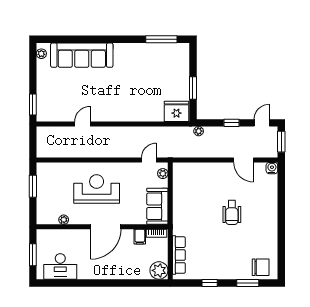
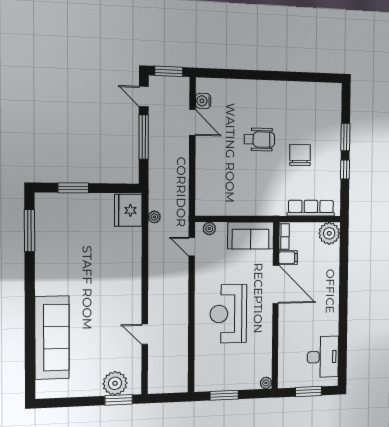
plant: (41, 54) -> (115, 383), moved, width x1.88, depth x1.88
window: (193, 88) -> (73, 188), moved
window: (232, 123) -> (144, 137), width x2.17
plant: (199, 131) -> (154, 217), moved
door: (244, 160) -> (192, 122), hinge flipped
water cooler: (272, 168) -> (203, 101), moved
plant: (64, 220) -> (266, 383), moved
door: (106, 227) -> (276, 284), moved
chair: (261, 267) -> (300, 155), moved
window: (248, 283) -> (345, 137), moved

